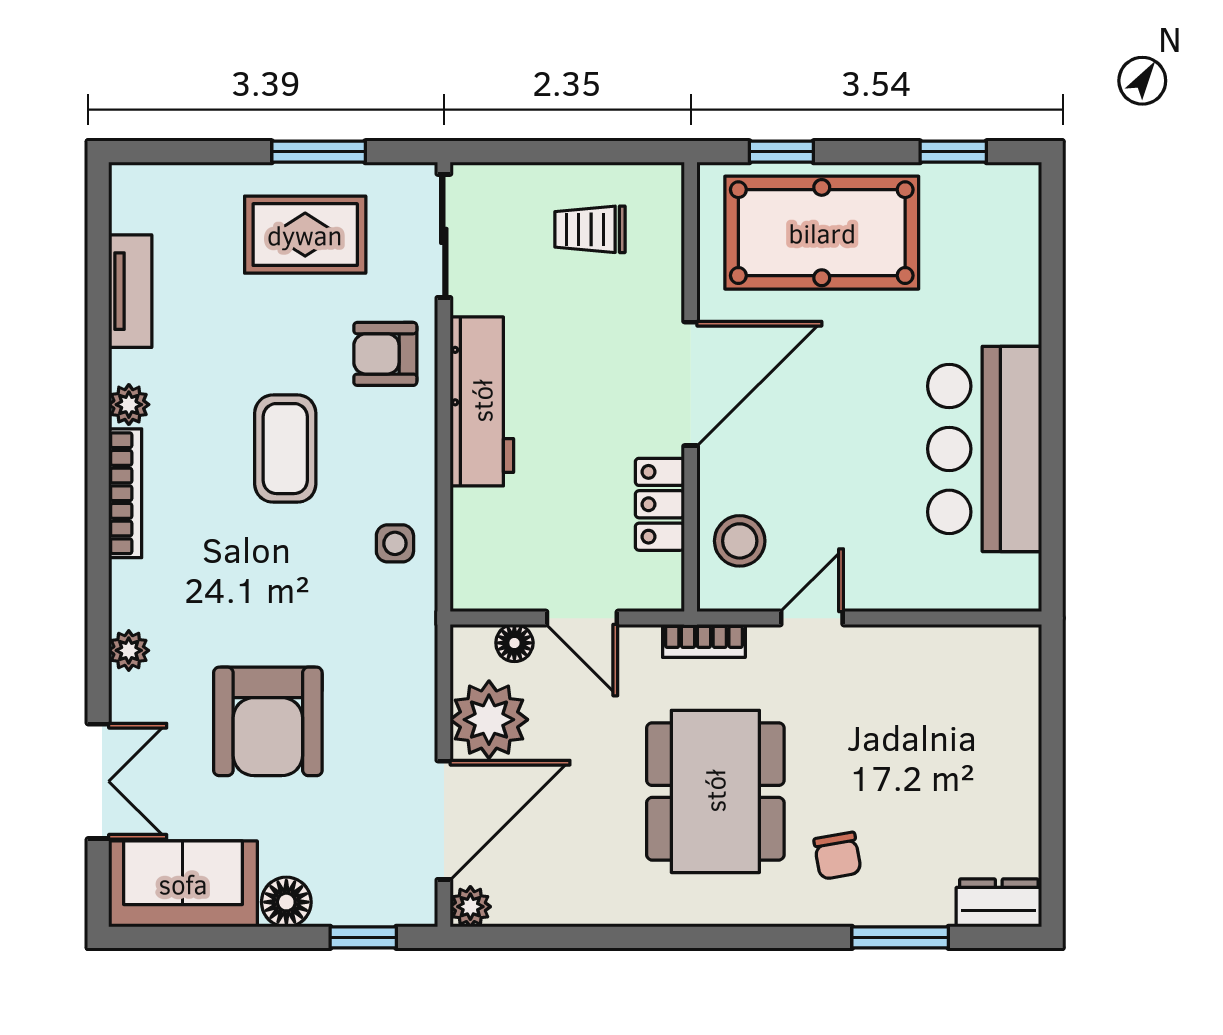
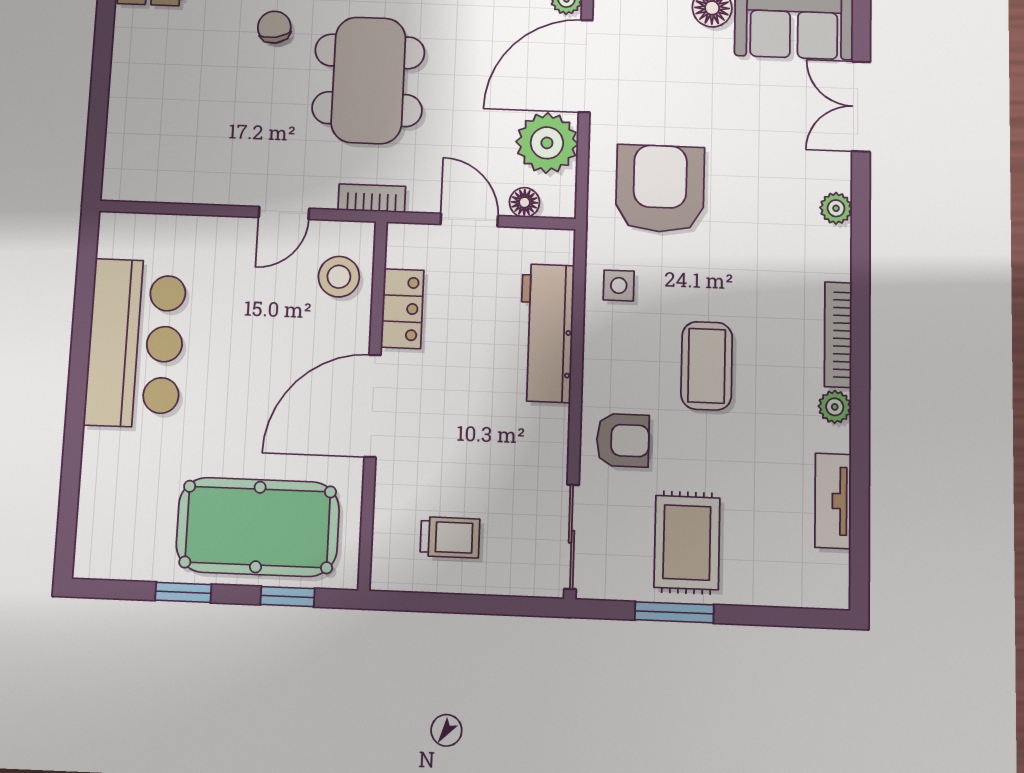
window: (953, 152) -> (183, 592), moved
rug: (305, 235) -> (687, 543), turned 90
workbench: (482, 401) -> (546, 333), moved
armchair: (268, 721) -> (660, 189), moved

